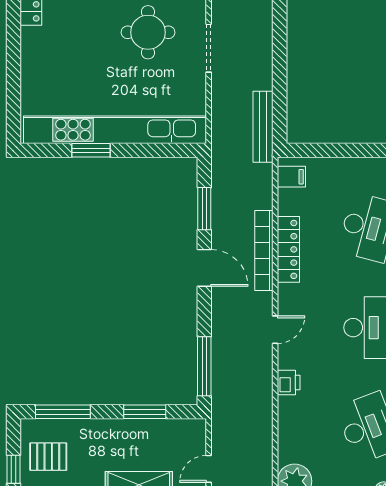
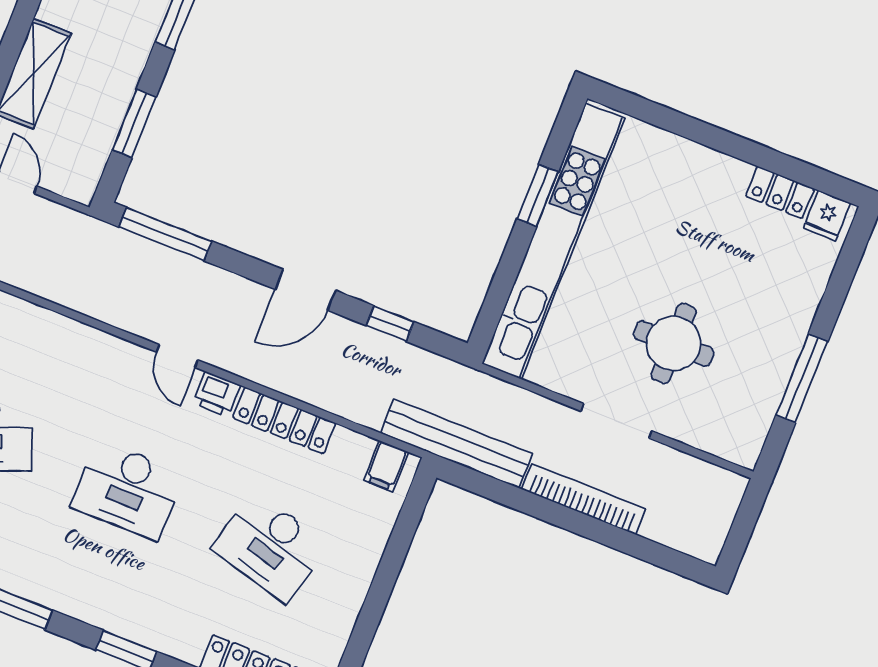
bench: (263, 127) -> (456, 443), width x1.37, depth x1.21
window: (204, 209) -> (390, 324), width x0.67
bookcase: (264, 250) -> (583, 499), moved
printer: (289, 383) -> (217, 394), moved

